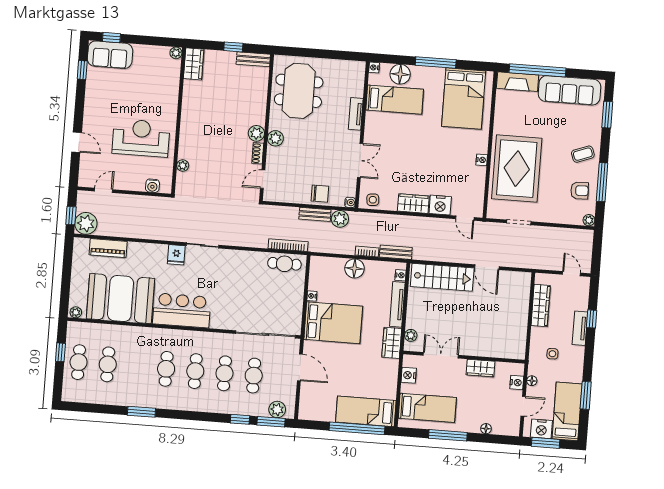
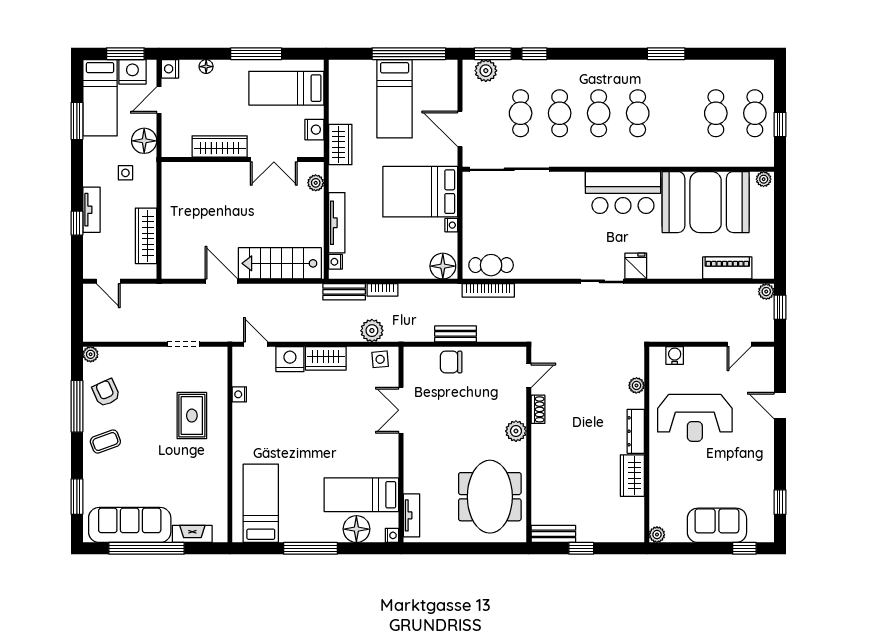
sofa: (110, 55) -> (717, 525), moved
wardrobe: (194, 64) -> (632, 476), moved
window: (537, 70) -> (147, 548), moved
fireplace: (518, 82) -> (192, 534), width x0.73, depth x0.76
bed: (464, 99) -> (261, 503), width x0.67
tv unit: (356, 114) -> (411, 515), moved
dresser: (186, 131) -> (636, 431), added
plant: (256, 133) -> (542, 436), removed
nightstand: (482, 160) -> (239, 394), moved
rug: (517, 169) -> (192, 416), width x0.54, depth x0.49
armchair: (580, 191) -> (106, 393), turned 68
water cooler: (350, 202) -> (410, 353), removed
plant: (340, 219) -> (372, 331), moved
plant: (86, 223) -> (766, 292), width x0.53, depth x0.53
floor lamp: (355, 268) -> (443, 266), moved
wardrobe: (392, 343) -> (340, 145), moved
wardrobe: (480, 368) -> (220, 146), width x1.50
floor lamp: (532, 381) -> (144, 141), width x1.89, depth x1.89
nightstand: (517, 383) -> (170, 69), moved
bed: (366, 411) -> (395, 99), moved, turned 90
window: (357, 428) -> (409, 54), moved

